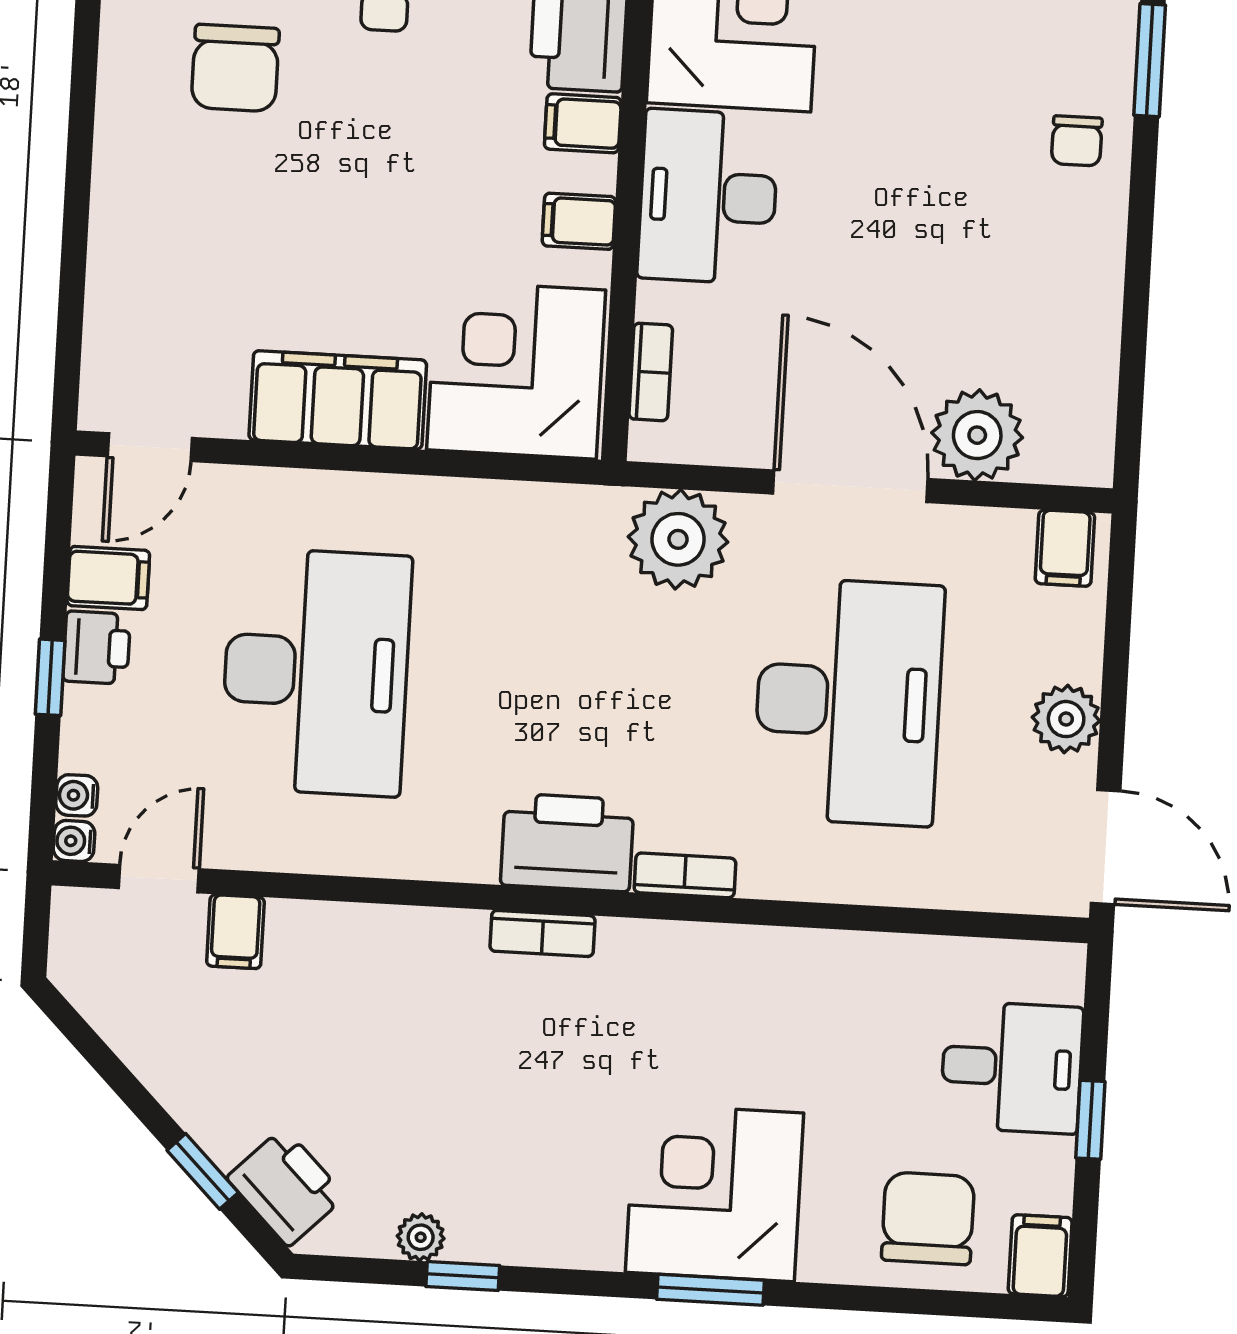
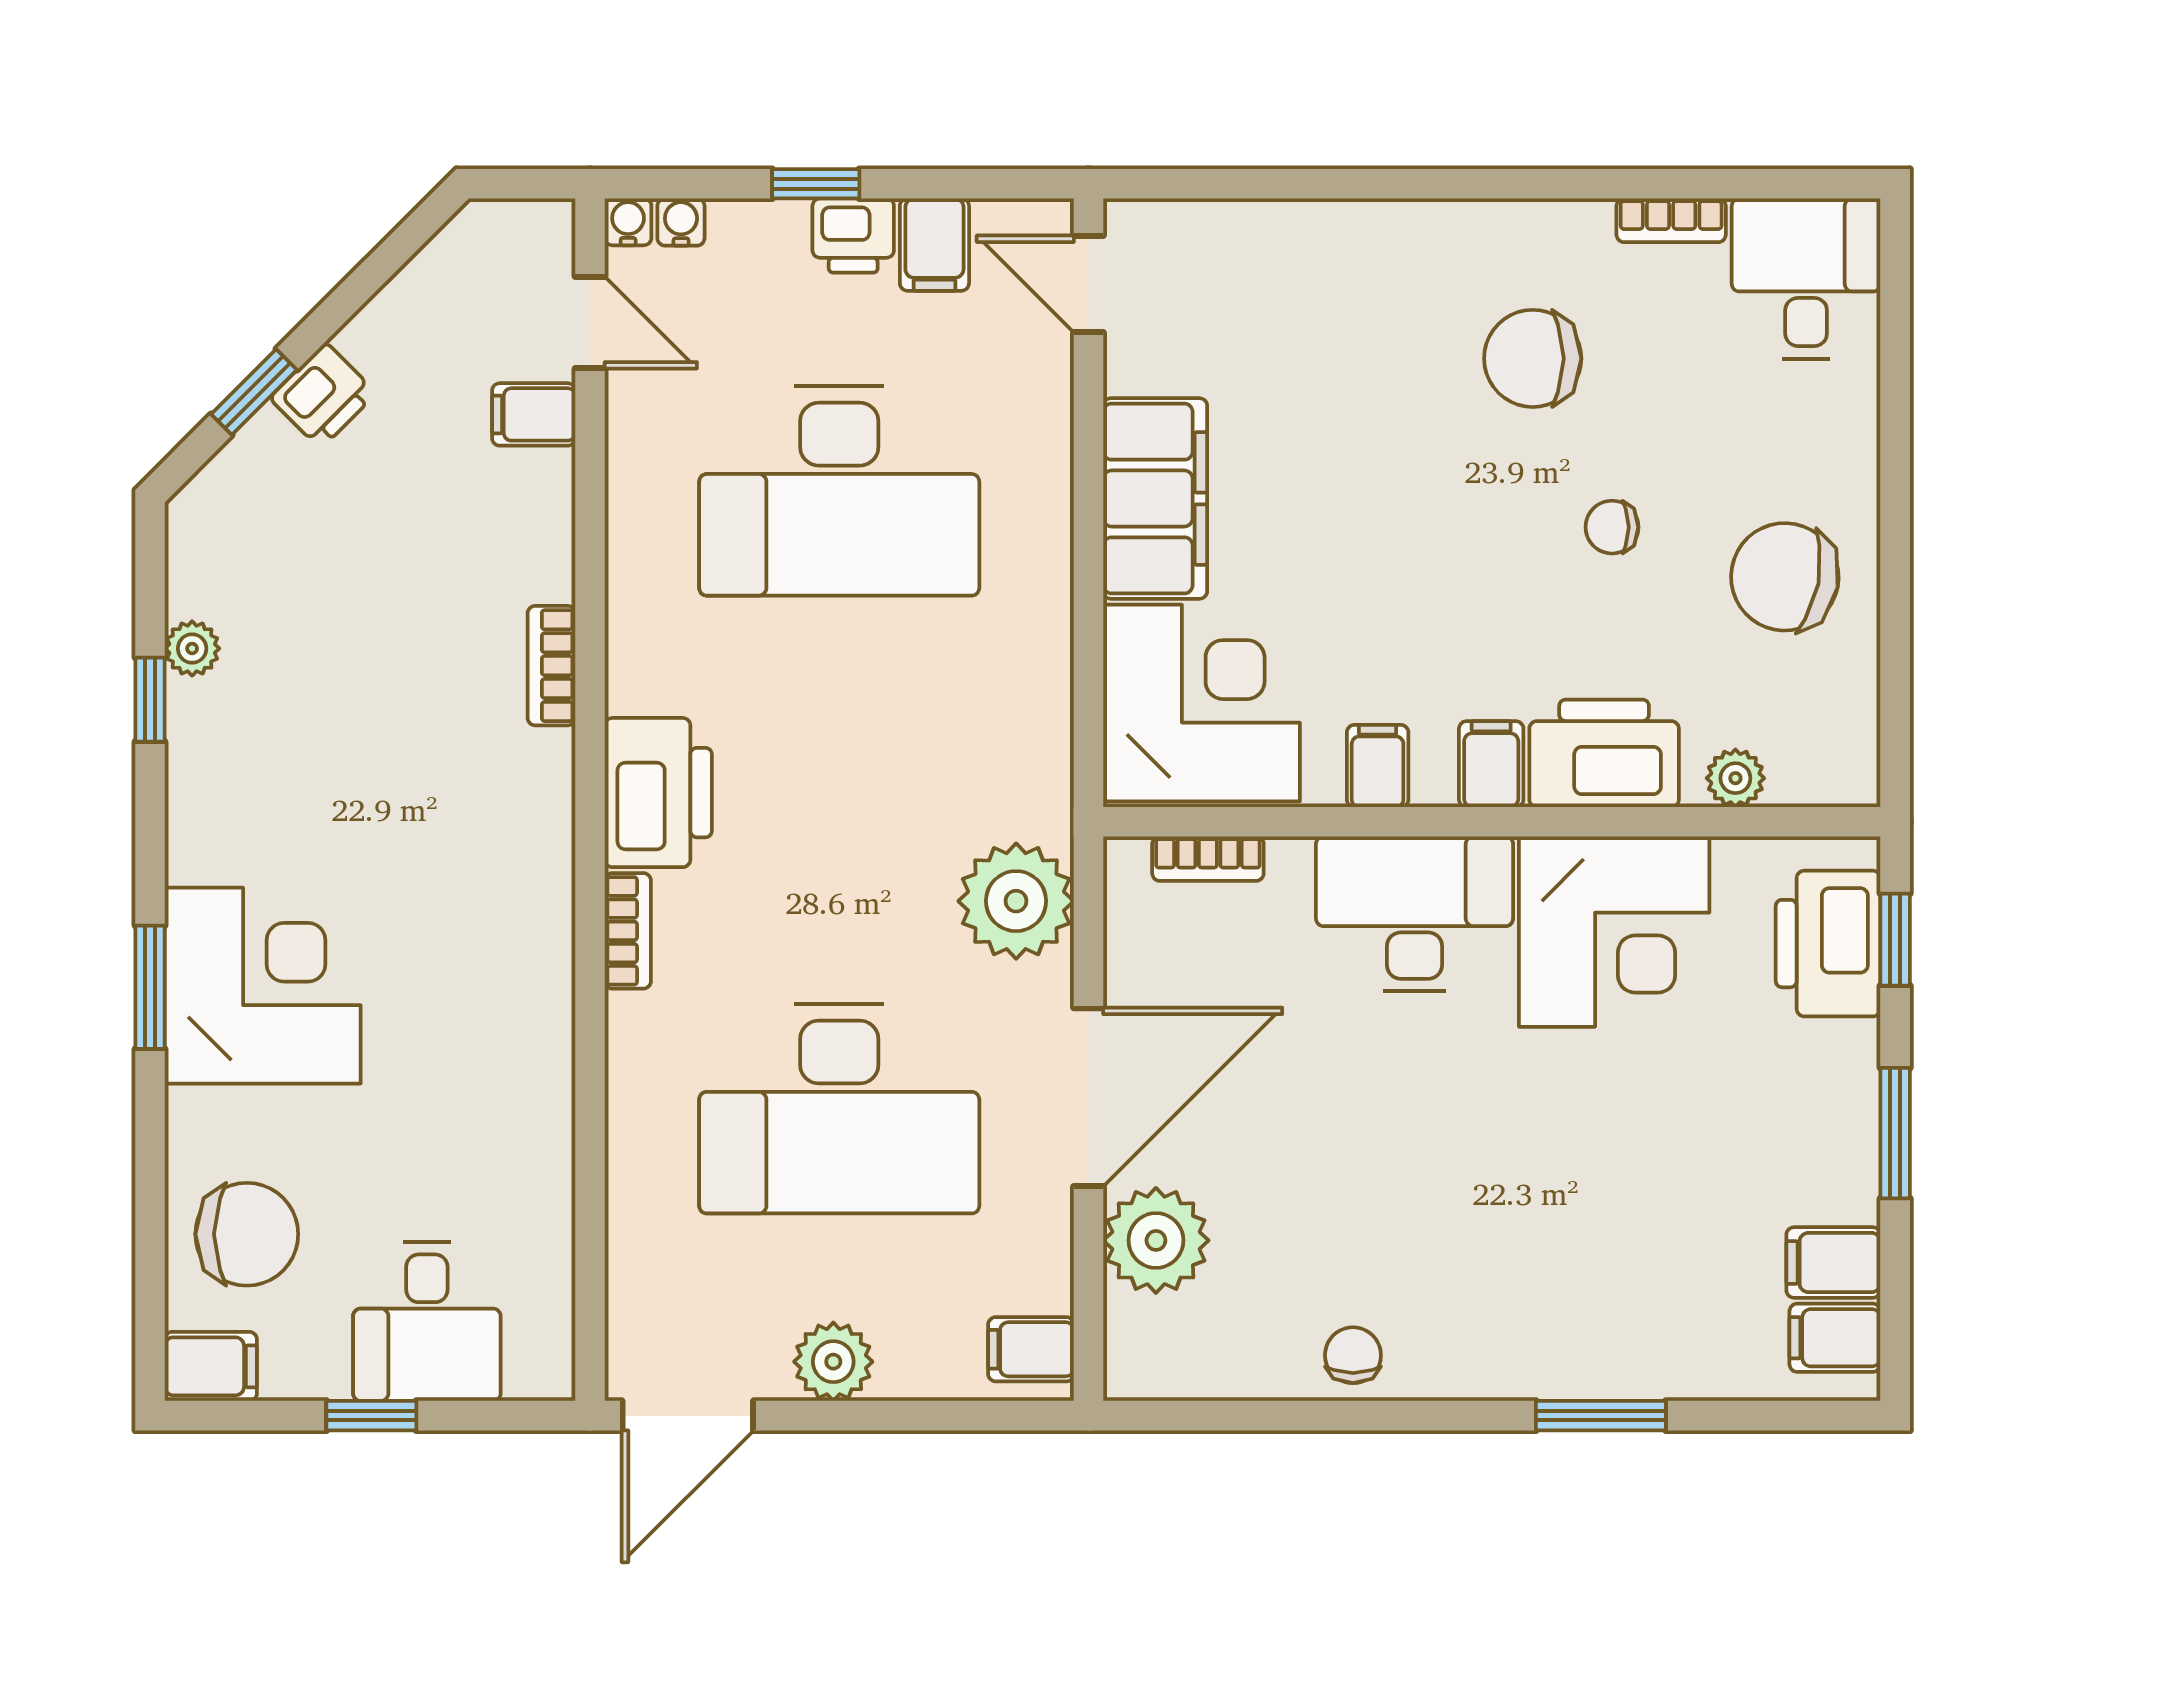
chair: (1077, 141) -> (1353, 1355), moved, turned 90
bookcase: (543, 933) -> (551, 666), moved
printer: (286, 1187) -> (323, 396), moved, width x0.73, depth x0.81

